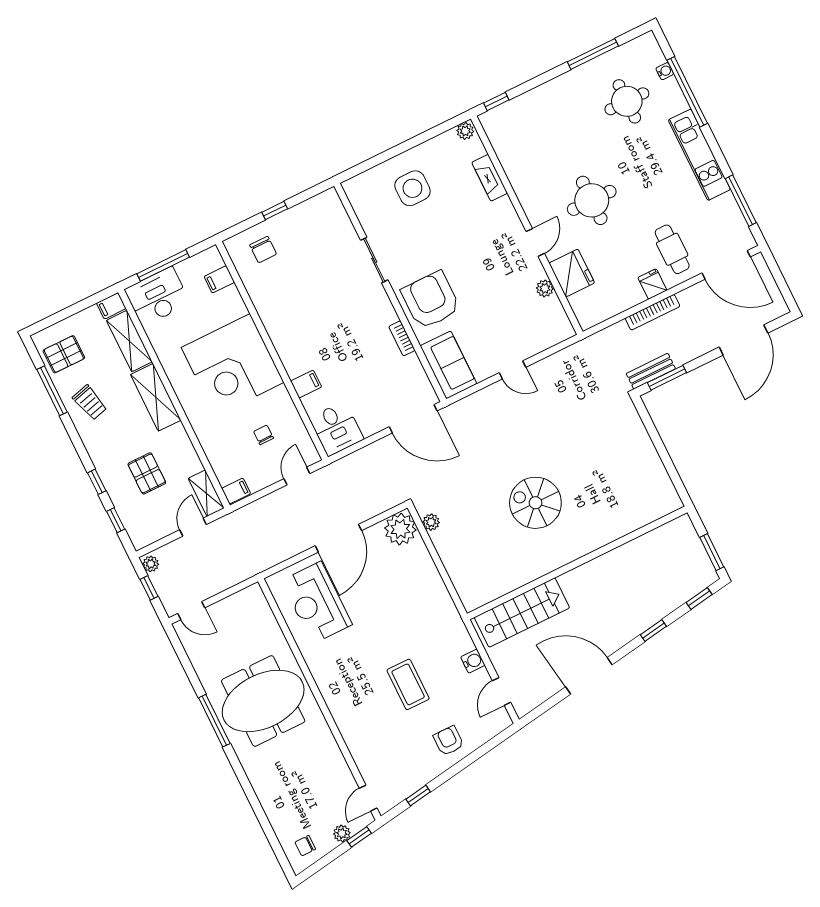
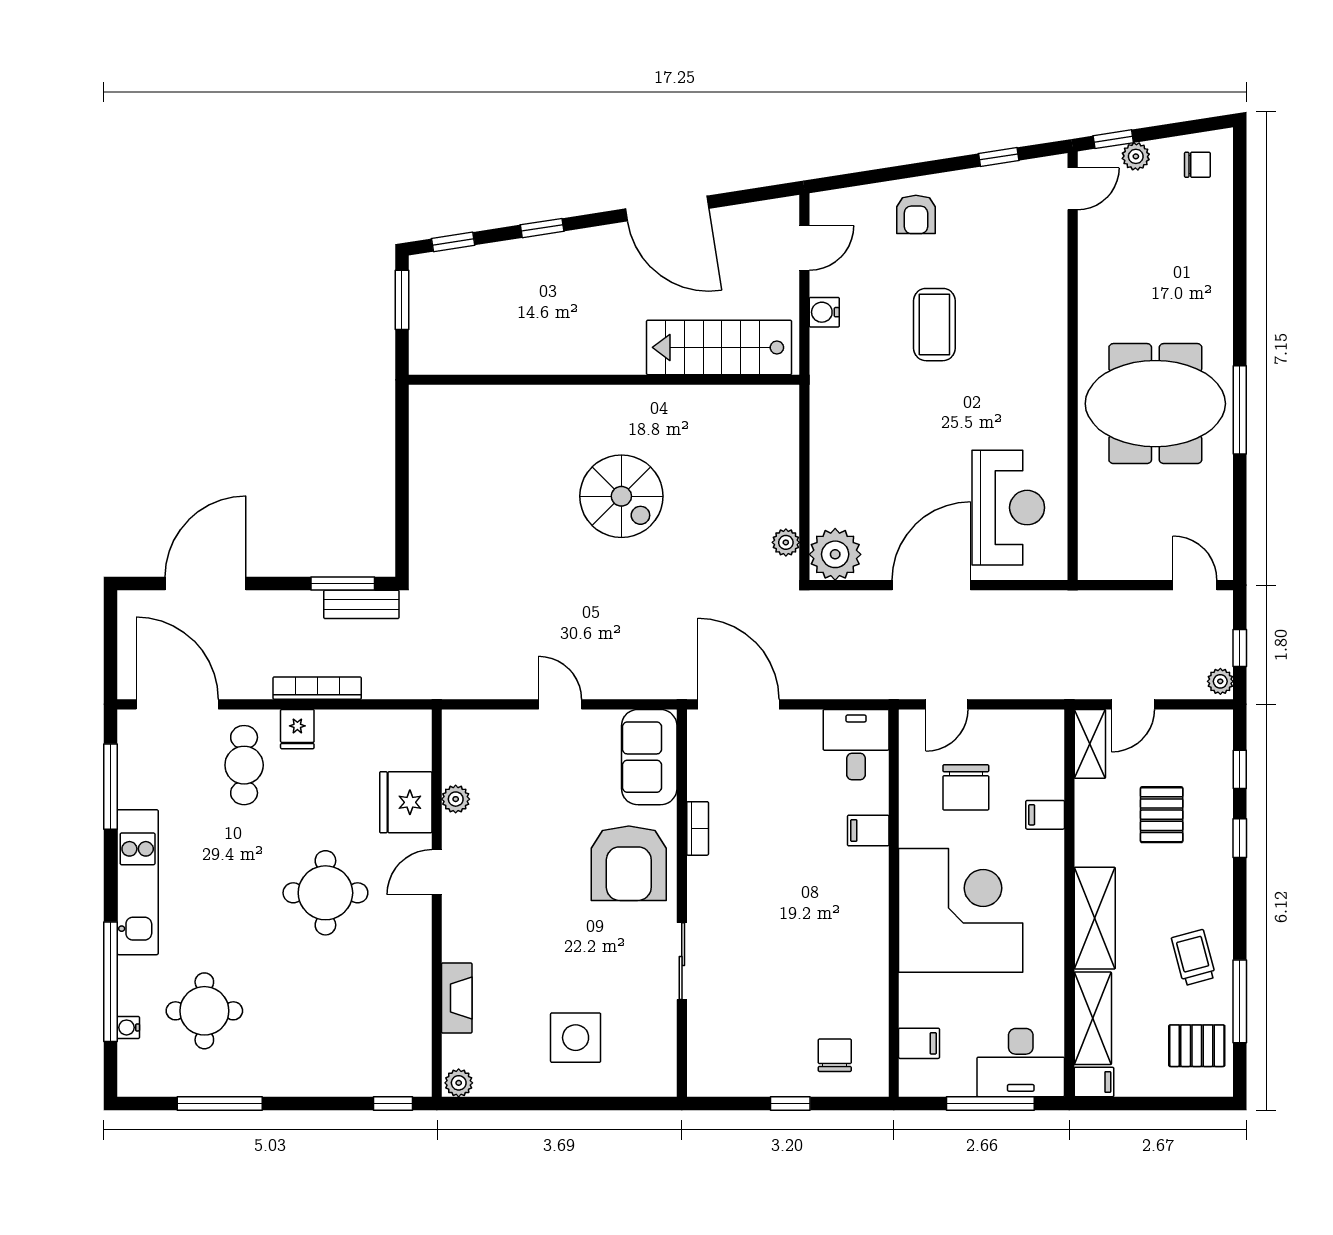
chair: (263, 435) -> (966, 787), width x1.87, depth x1.87
filing cabinet: (236, 491) -> (1045, 815), moved

